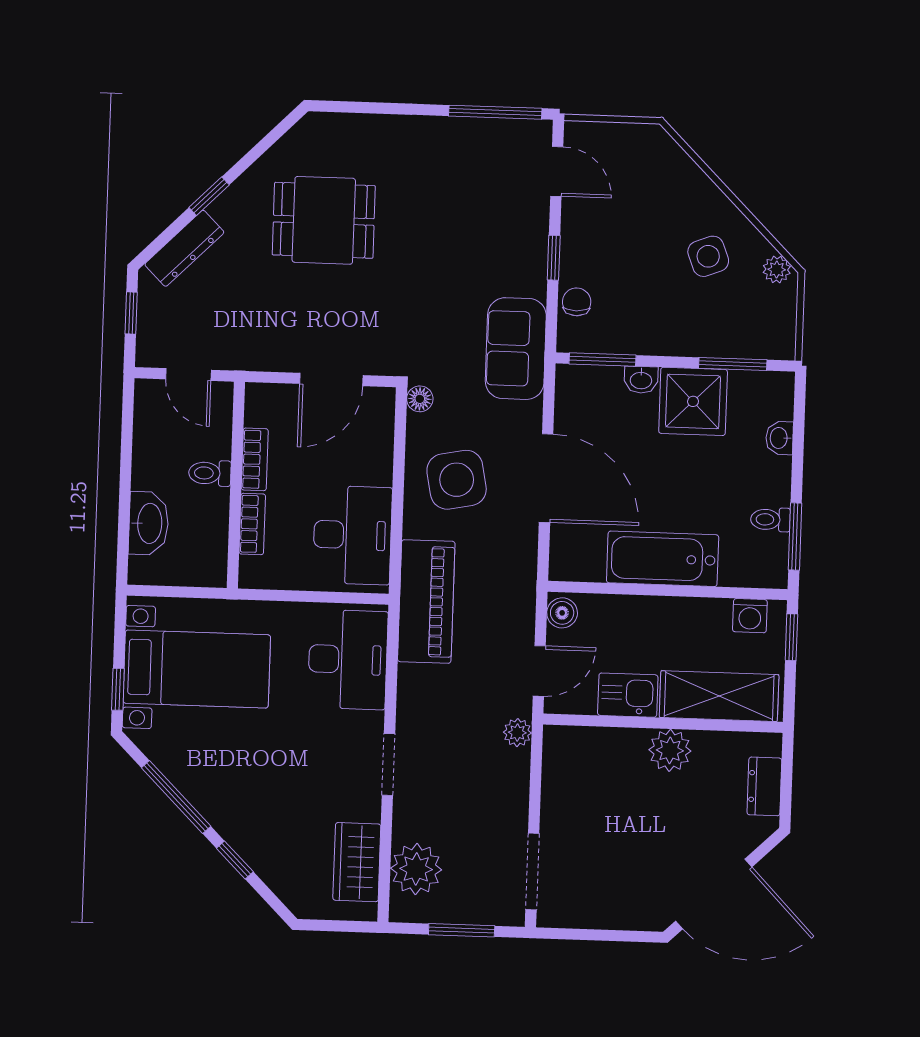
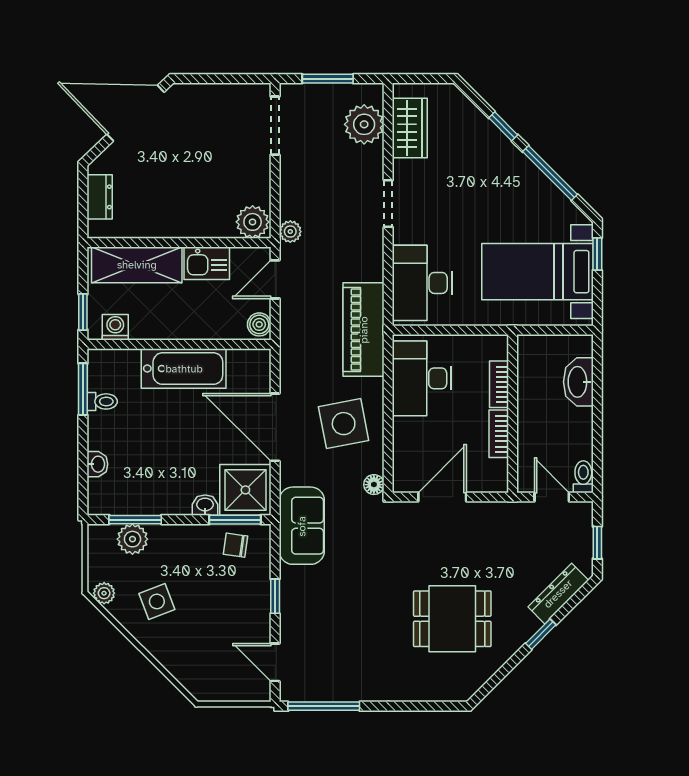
chair: (577, 302) -> (235, 545), moved, turned 98
plant: (737, 339) -> (132, 539), added
shower: (693, 401) -> (245, 490), moved
toilet: (210, 473) -> (583, 477), moved, turned -90
plant: (670, 750) -> (253, 222), moved

